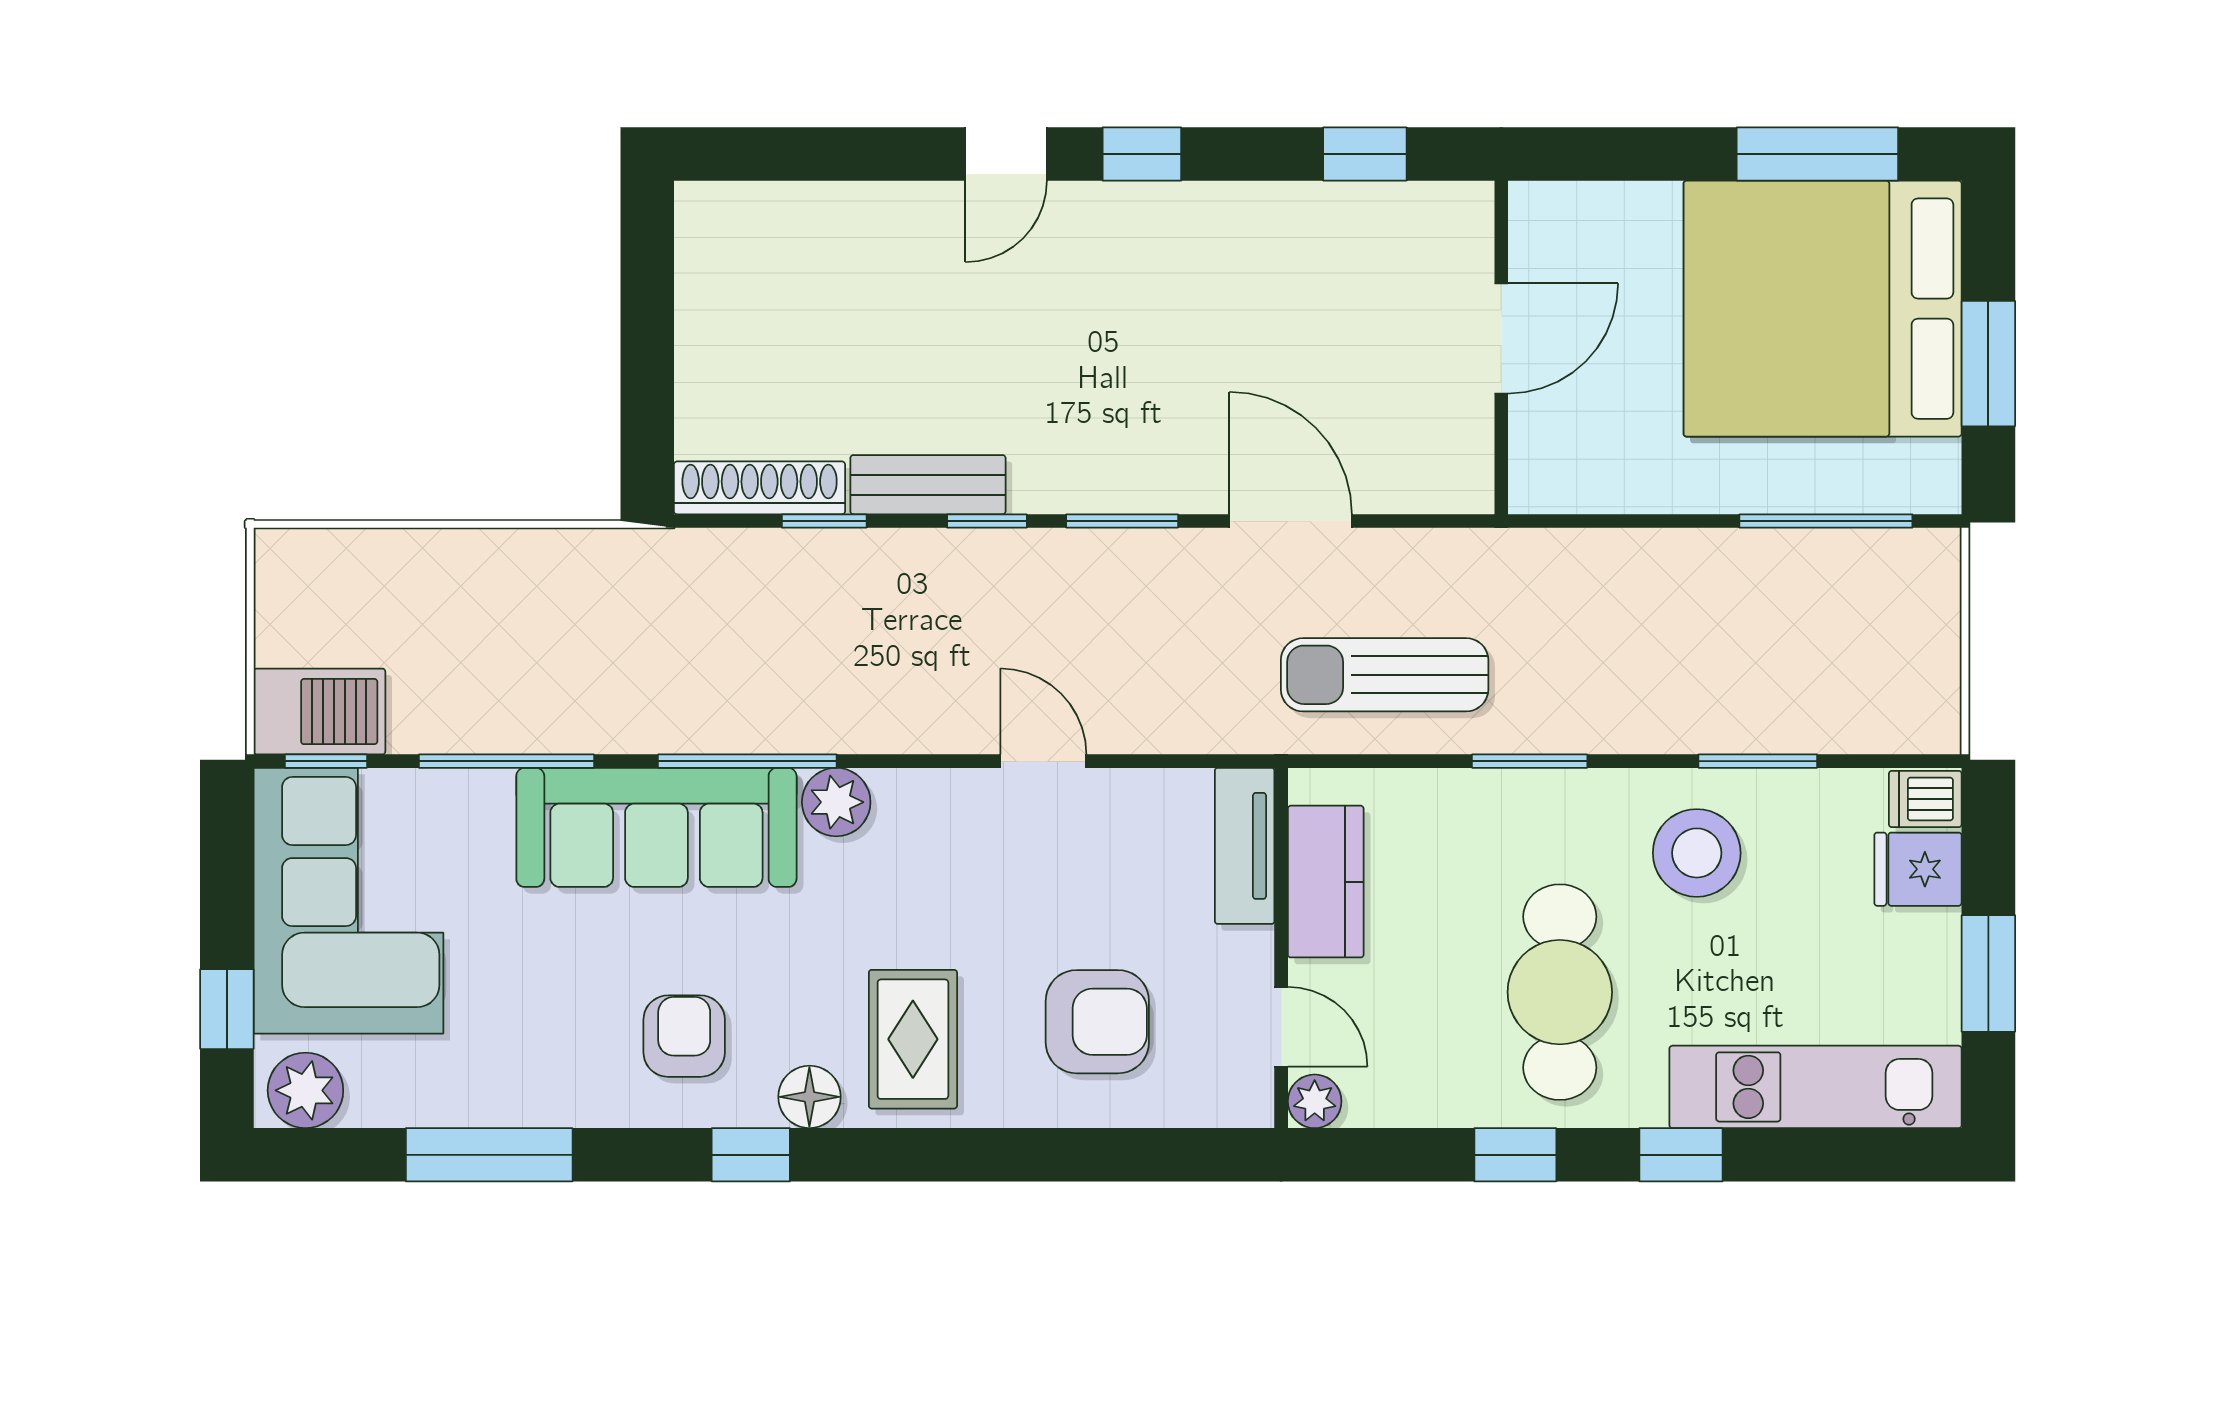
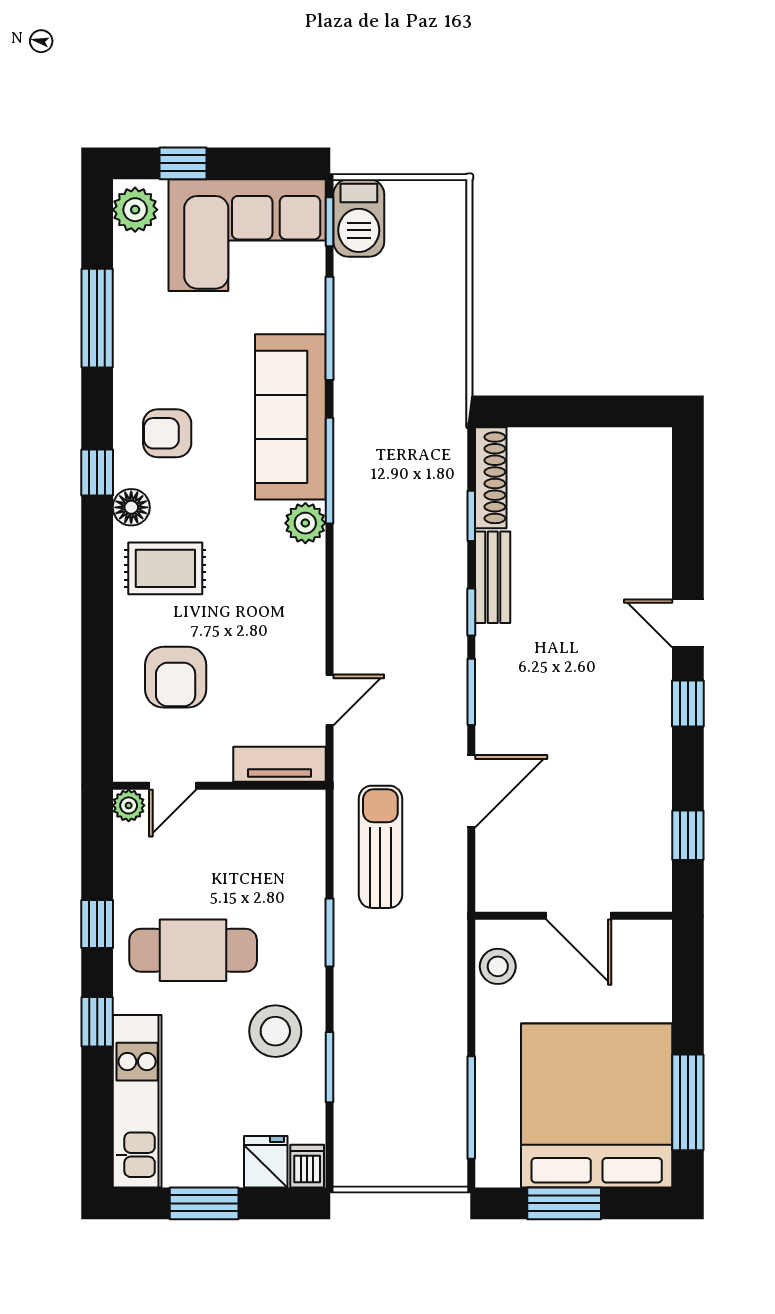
stool: (1587, 476) -> (498, 966), added
door: (1043, 761) -> (329, 700), moved
kitchen counter: (1326, 882) -> (258, 812), removed
armchair: (684, 1036) -> (167, 433), turned 180

